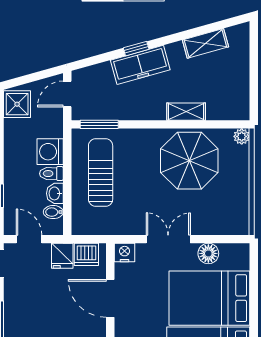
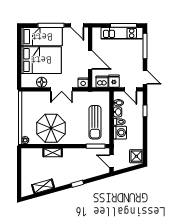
freezer: (140, 65) -> (75, 176), removed
door: (67, 94) -> (112, 161), swing flipped

